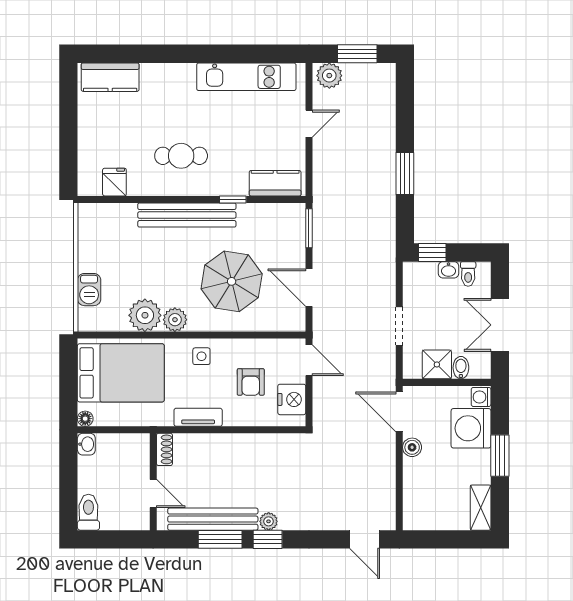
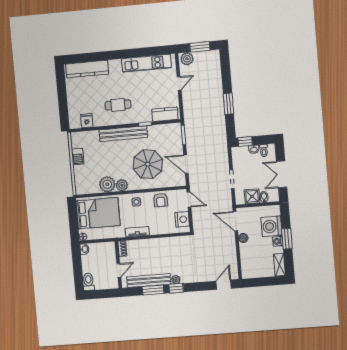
kitchen counter: (110, 77) -> (87, 69), width x1.50
barbecue: (89, 290) -> (78, 156), moved
armchair: (251, 382) -> (161, 200), moved
washing machine: (481, 397) -> (278, 241), moved
door: (153, 494) -> (119, 270), hinge flipped
door: (365, 539) -> (224, 285), swing flipped

